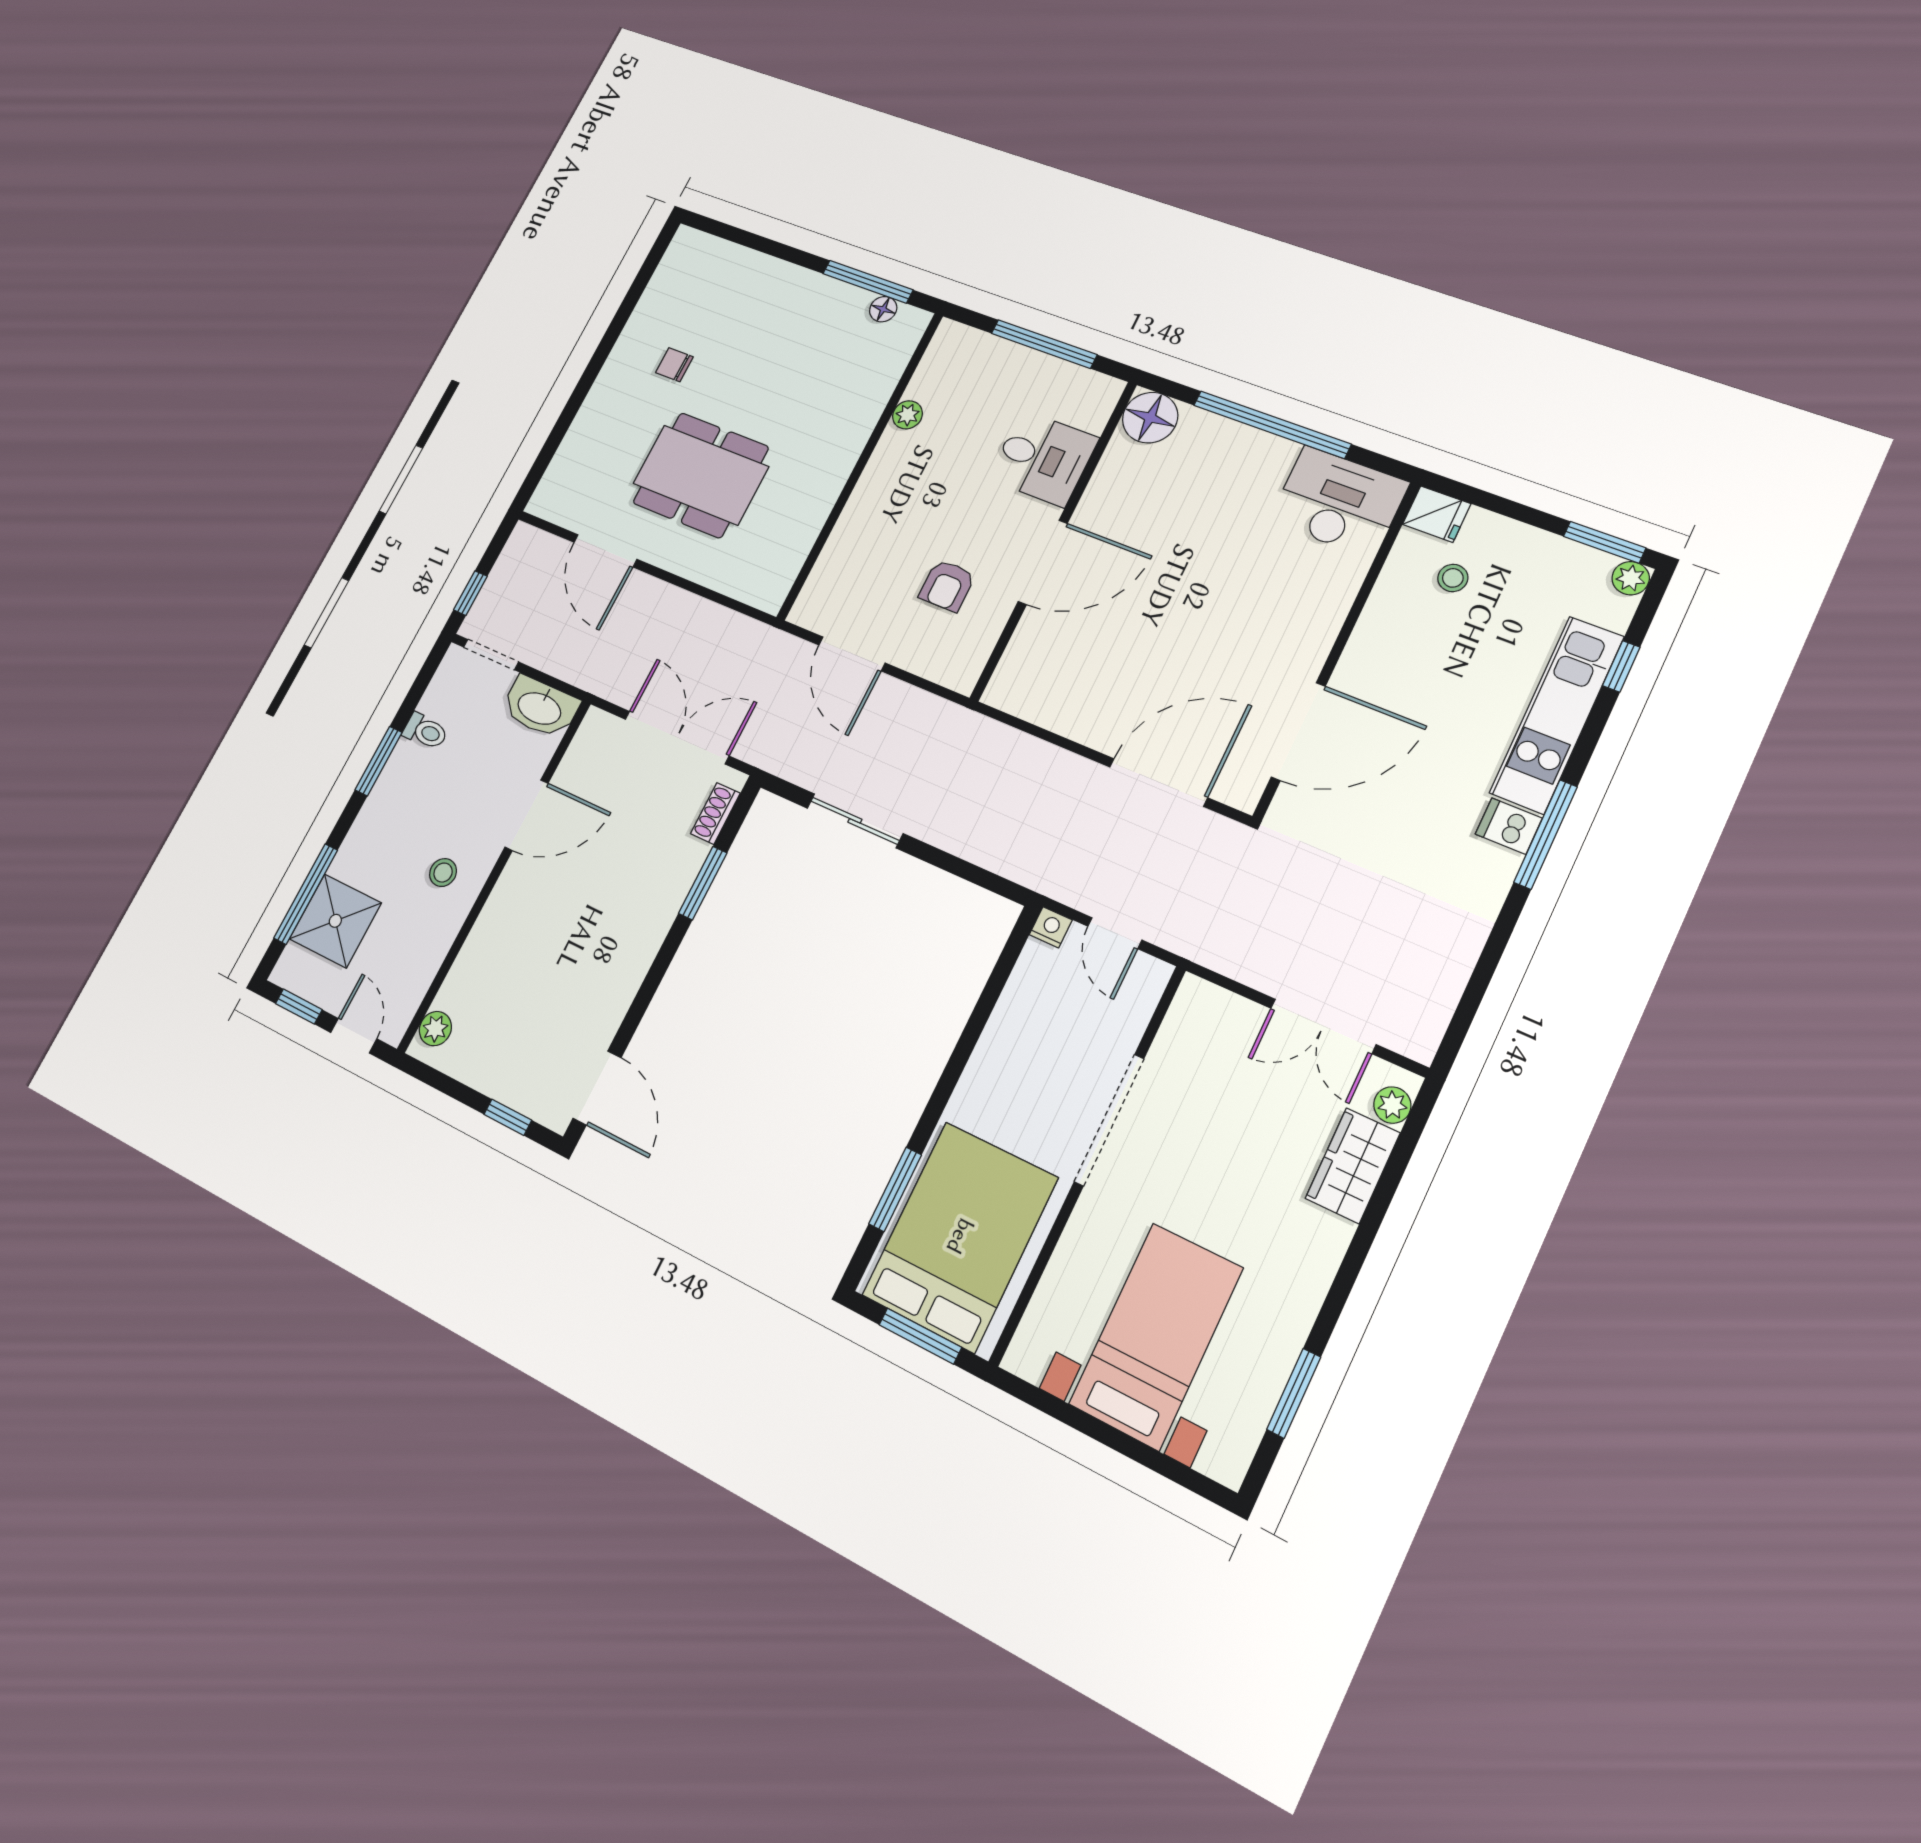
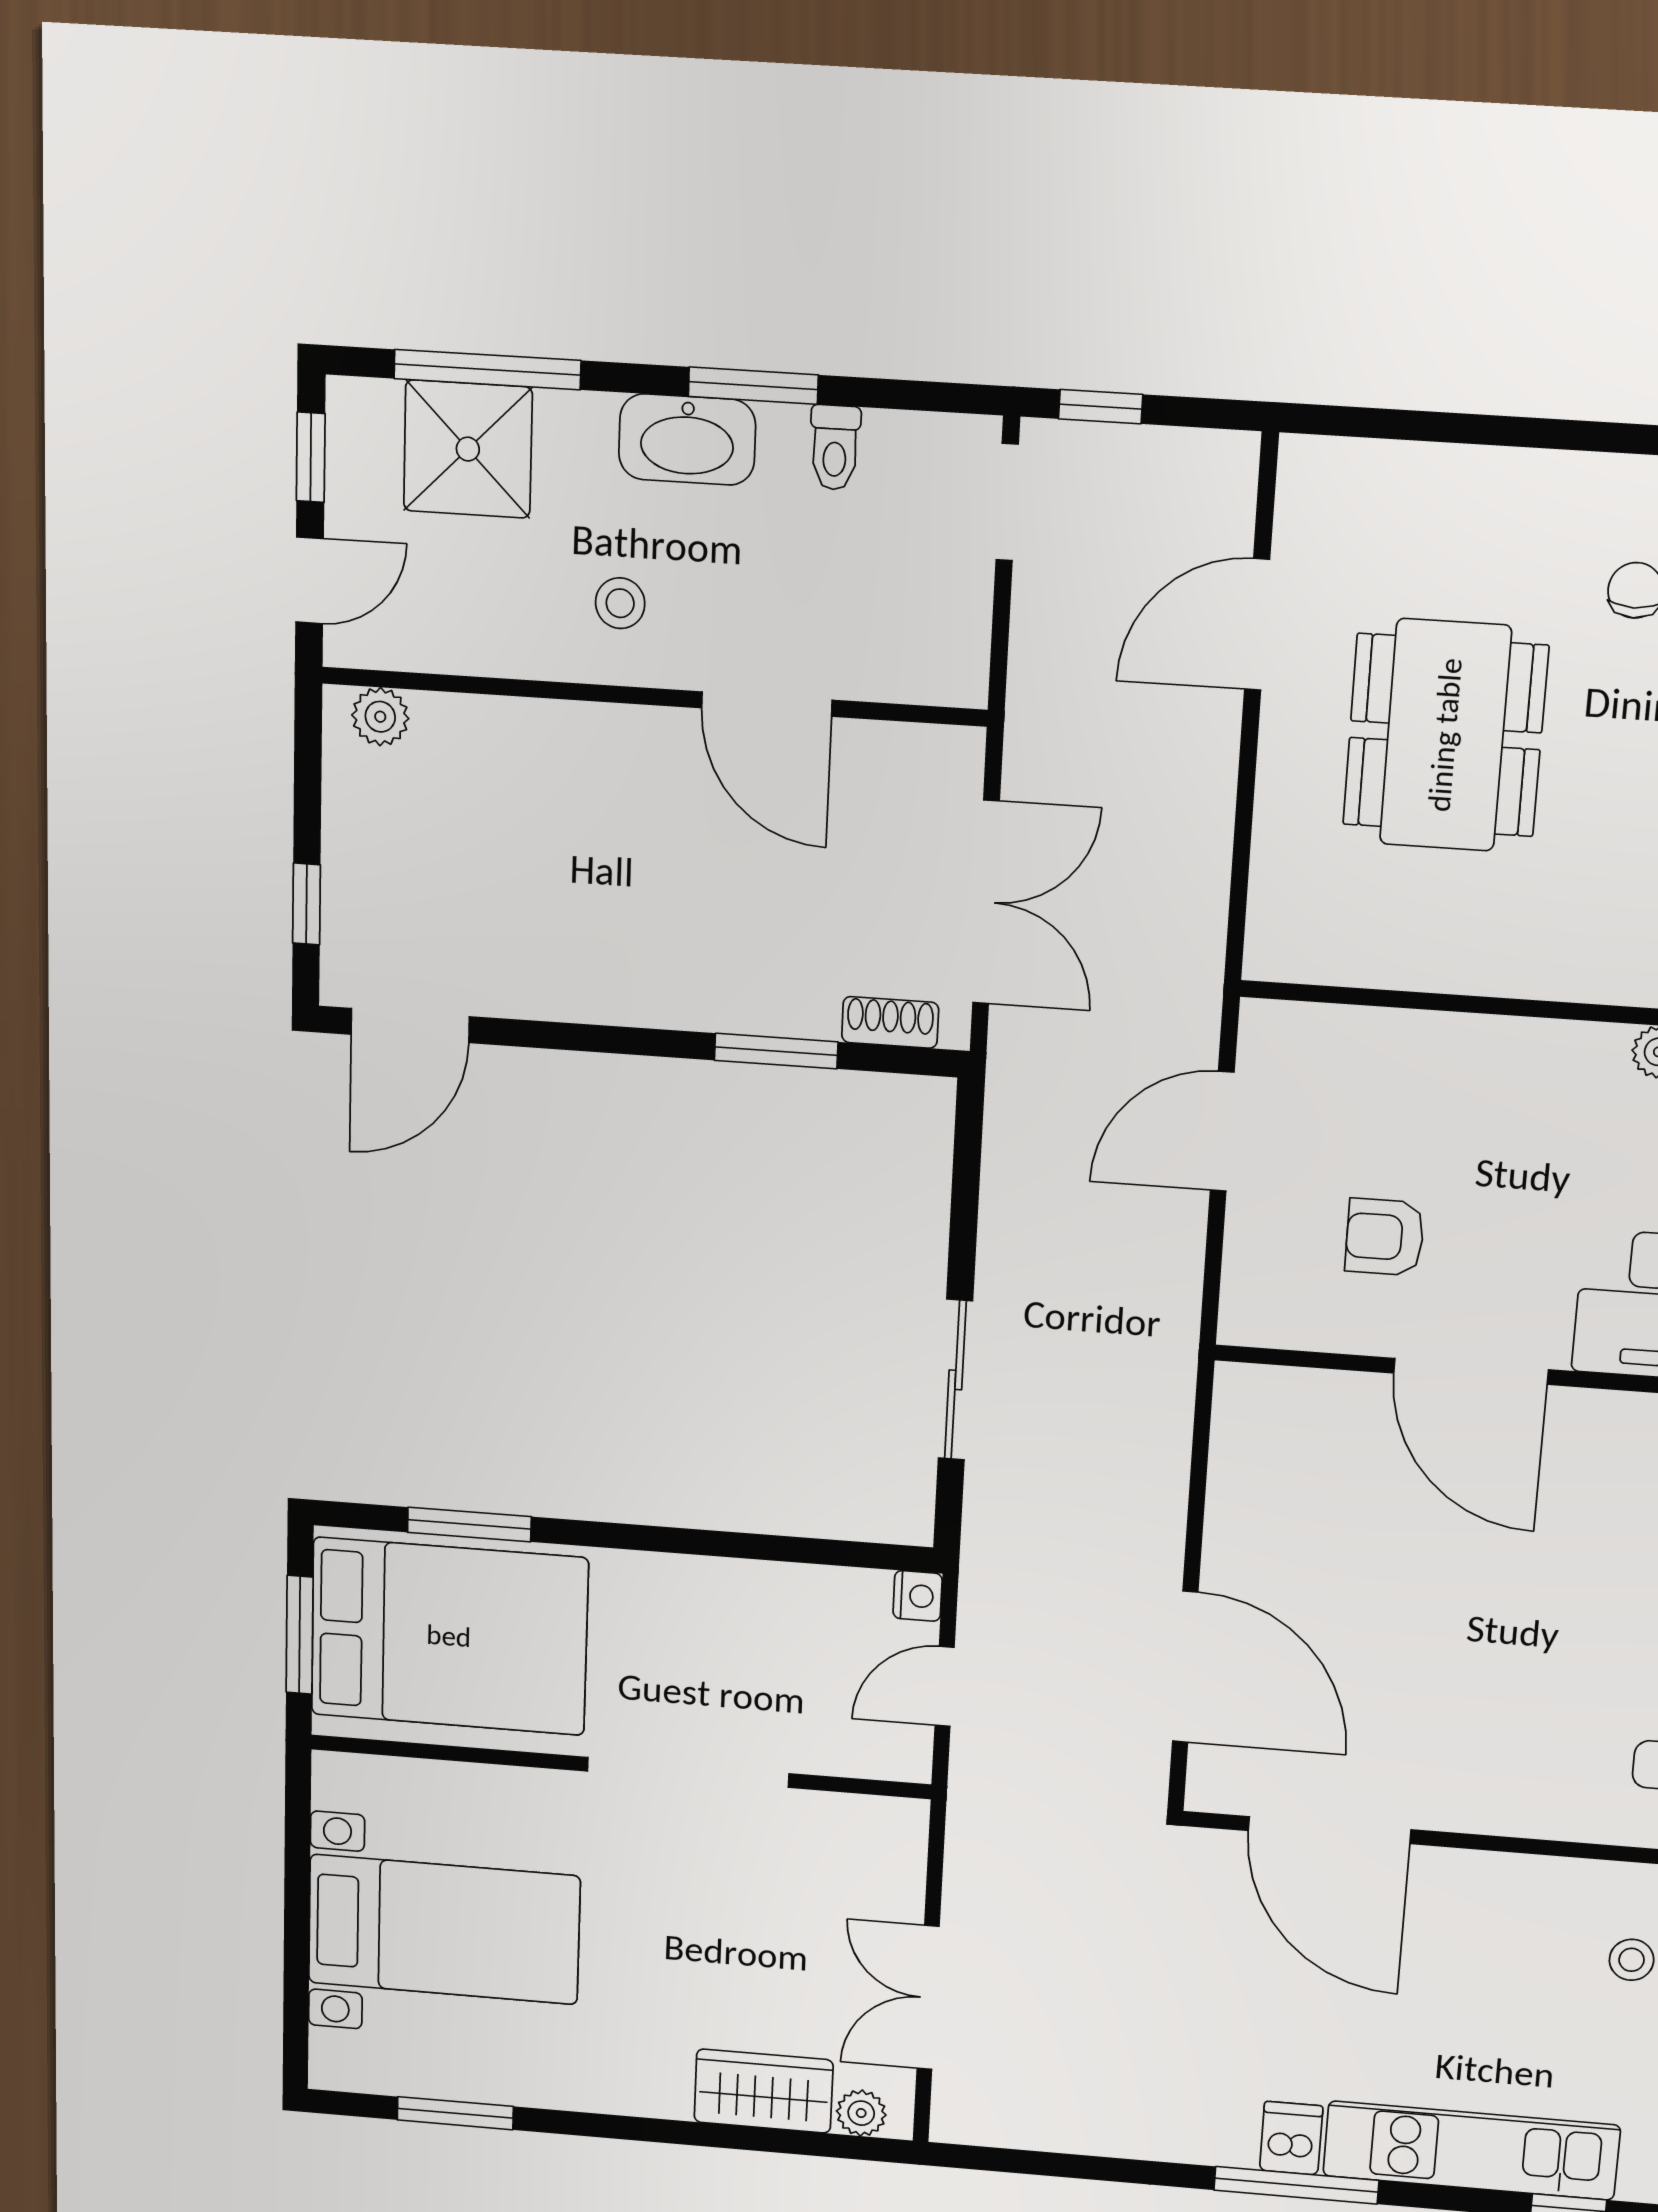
washbasin: (540, 707) -> (687, 439), moved, turned -90
sliding door: (855, 821) -> (955, 1380), moved

